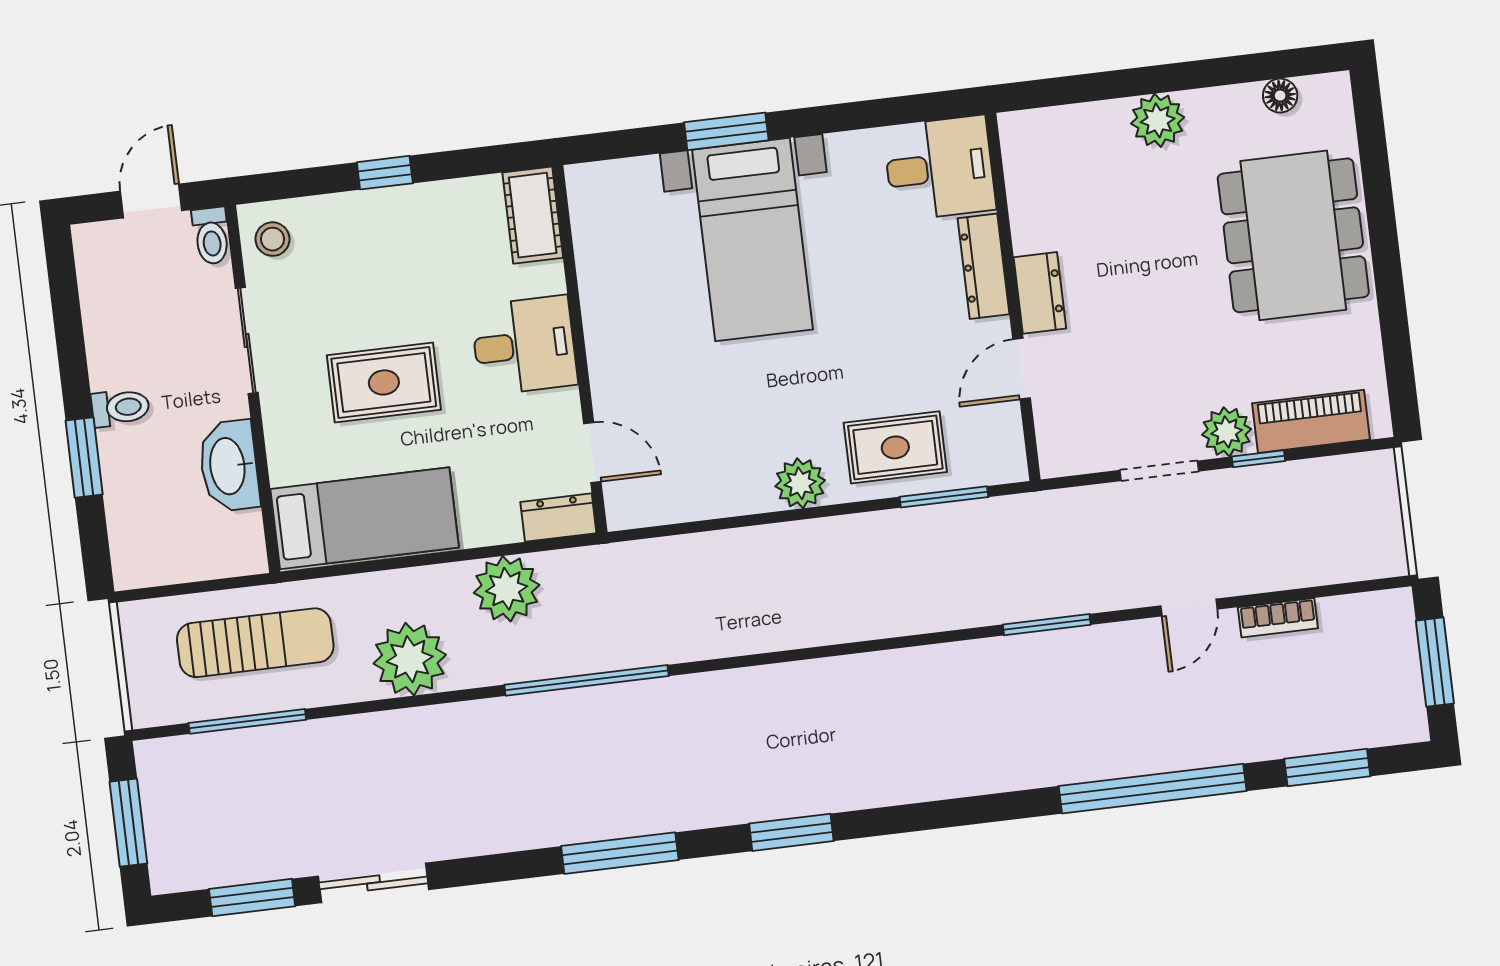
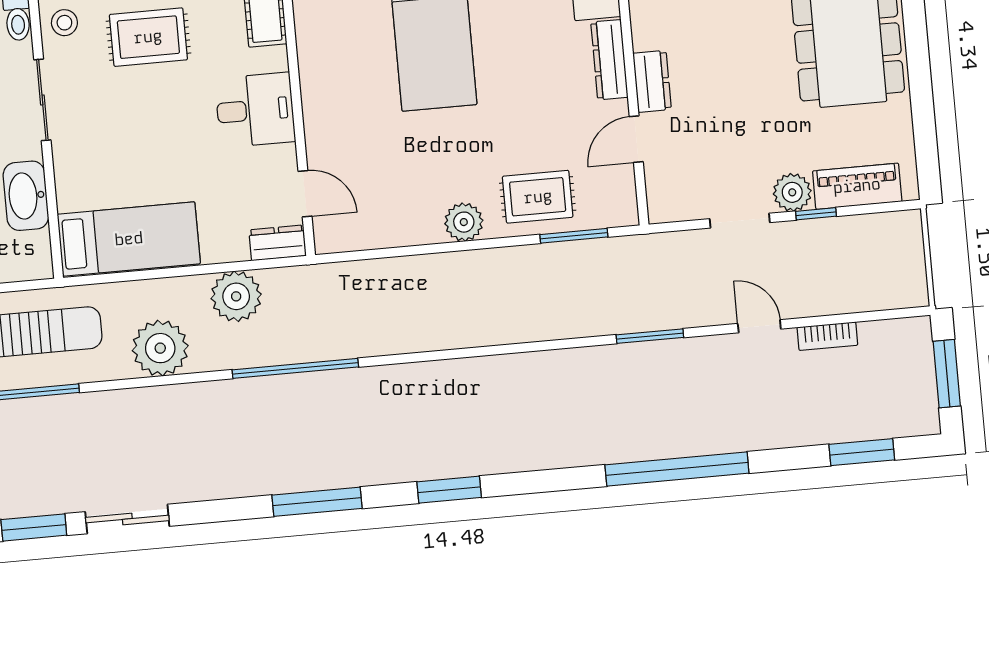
rug: (384, 382) -> (148, 37), moved
door: (1189, 607) -> (759, 326), swing flipped
window: (1153, 789) -> (677, 469), moved

